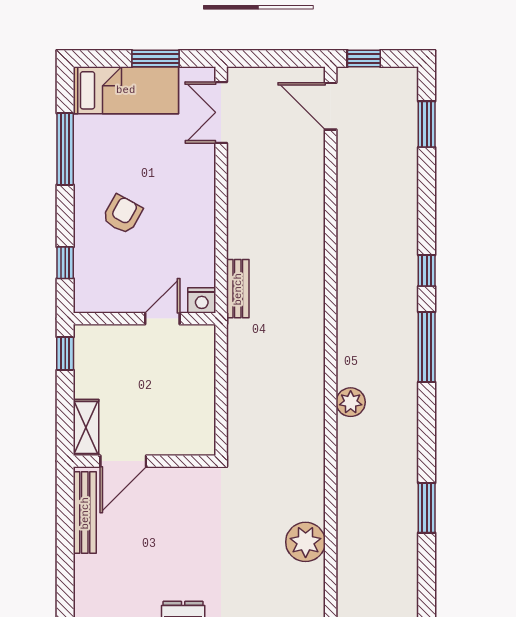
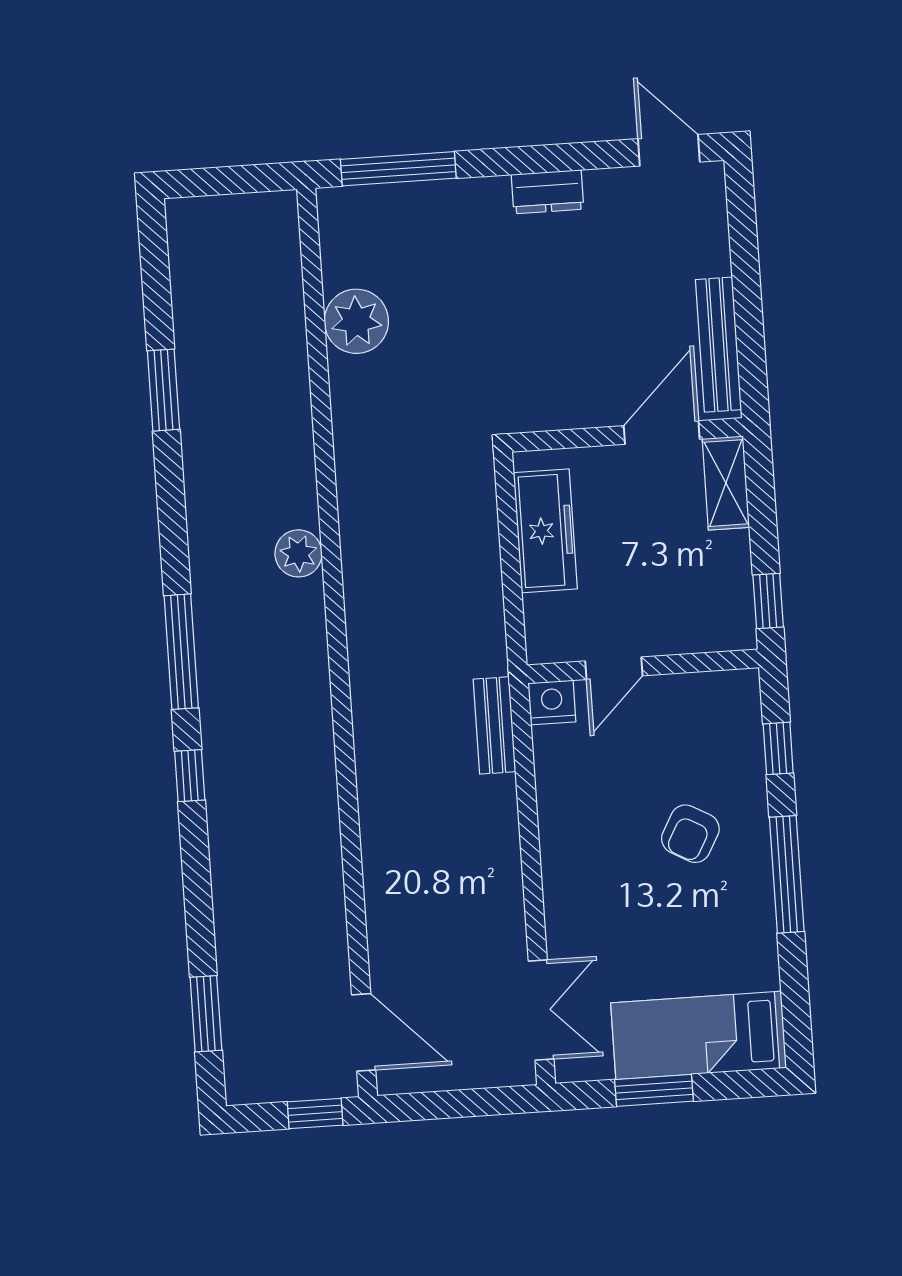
window: (65, 149) -> (787, 874), moved
freezer: (199, 406) -> (545, 531), added

